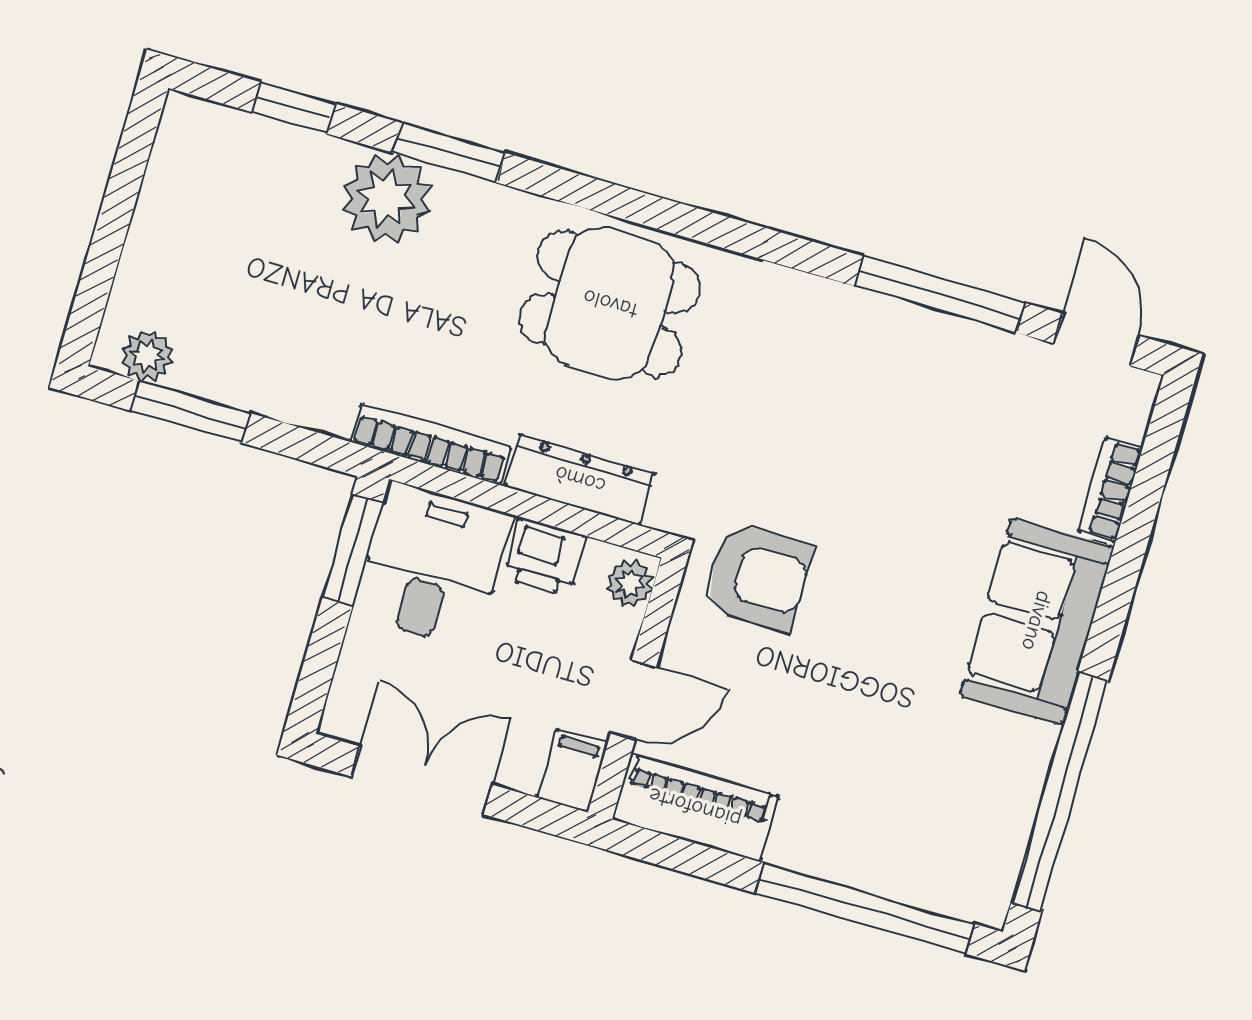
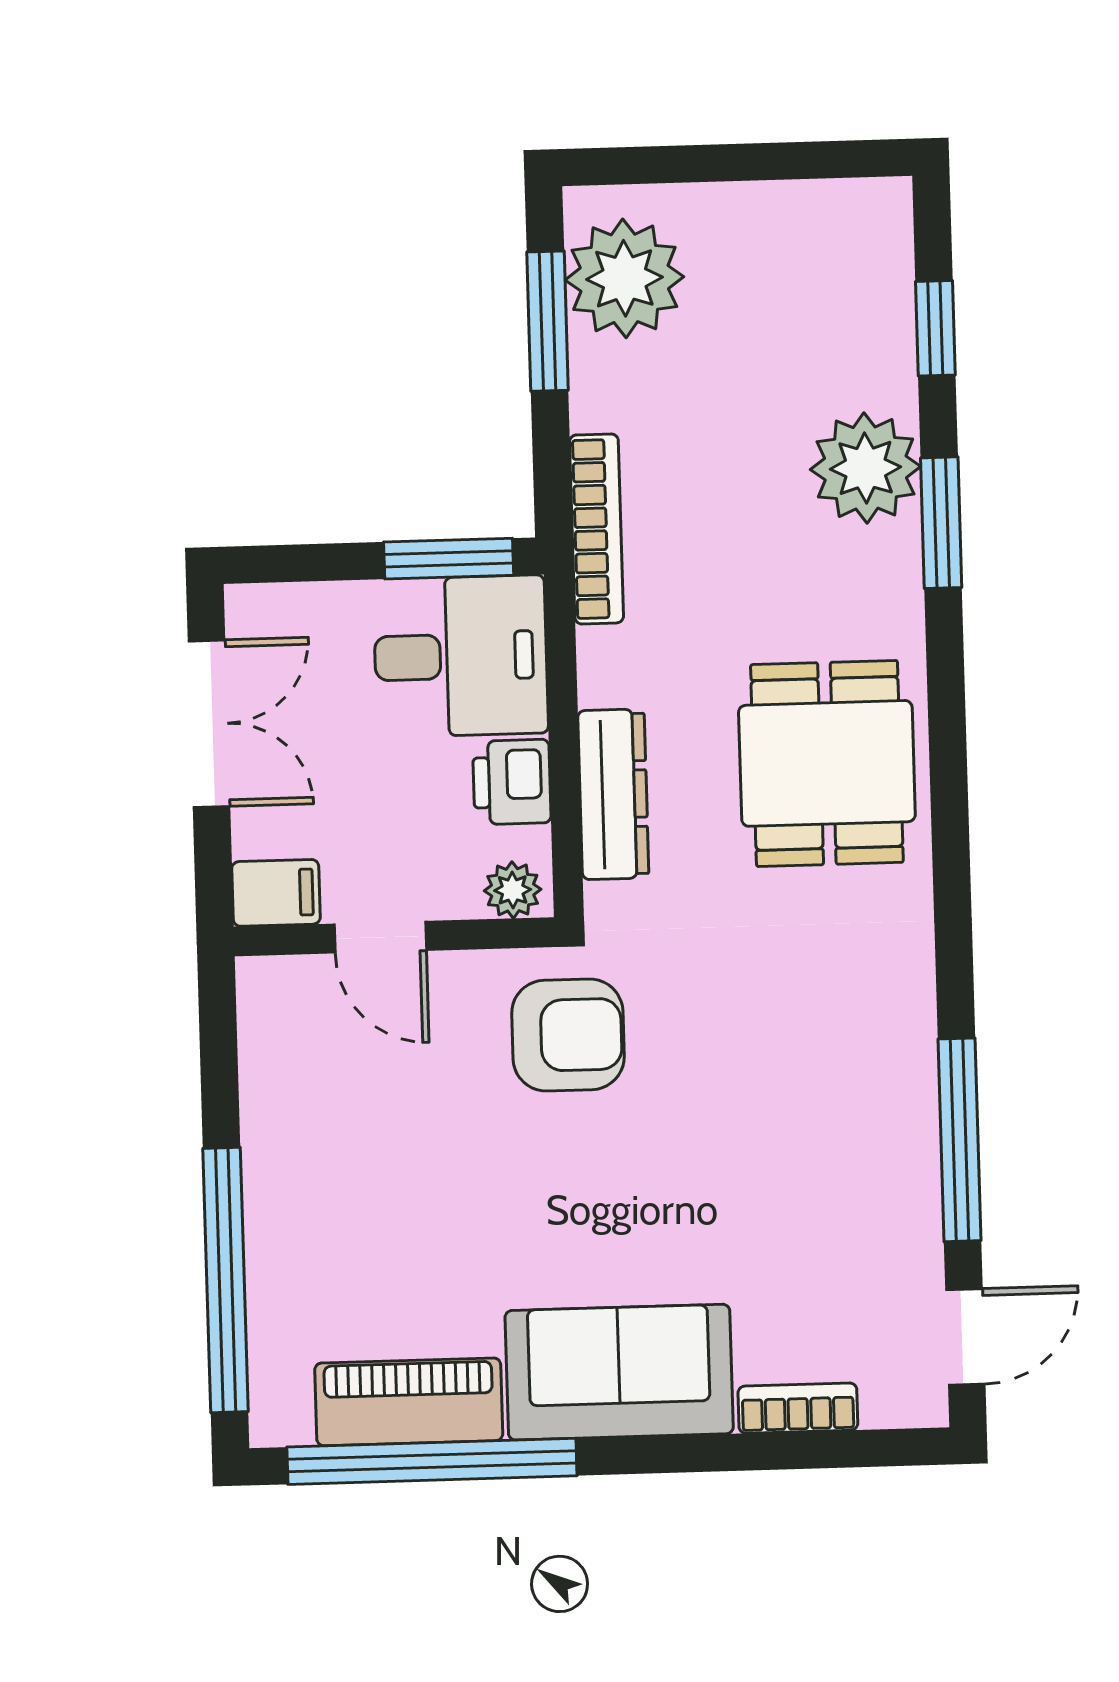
plant: (148, 356) -> (624, 278), width x1.88, depth x1.88
bookcase: (430, 444) -> (597, 529), moved
armchair: (758, 576) -> (568, 1035), turned -90
piano: (695, 808) -> (409, 1402), moved, turned -90

